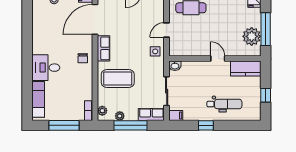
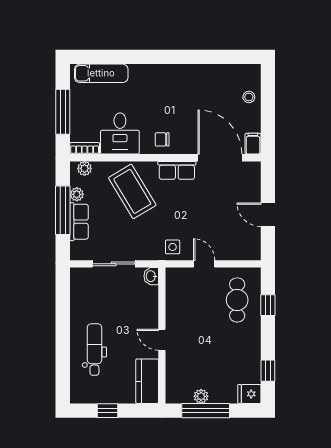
plant: (252, 36) -> (201, 396), width x0.53, depth x0.53
door: (218, 59) -> (162, 340), swing flipped
desk: (46, 68) -> (120, 134), moved, turned 180
coffee table: (118, 78) -> (132, 191), turned -31
dental chair: (224, 104) -> (94, 349), turned 180
row of seats: (151, 114) -> (79, 222), moved
filing cabinet: (176, 115) -> (77, 278), removed
window: (206, 125) -> (63, 322), removed

